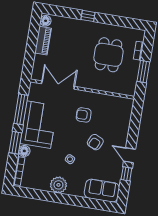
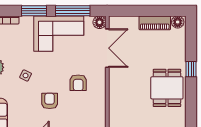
dining table: (108, 55) -> (167, 88), moved, turned 90
armchair: (84, 115) -> (78, 83), turned 180
armchair: (95, 142) -> (50, 101), turned 65
floor lamp: (24, 151) -> (100, 22), moved

